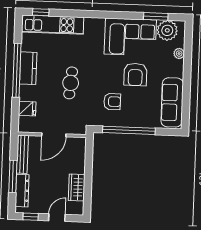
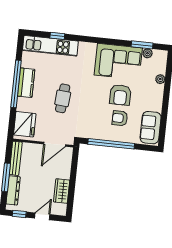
window: (41, 12) -> (57, 36), moved
plant: (167, 30) -> (148, 53), width x0.53, depth x0.53
armchair: (112, 102) -> (120, 118), moved, turned 180
sofa: (172, 102) -> (151, 128), width x0.73
fridge: (27, 109) -> (25, 124), width x1.88, depth x1.34
door: (54, 135) -> (55, 144), moved

